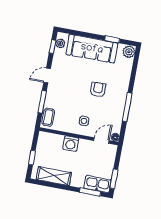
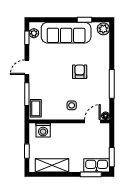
washing machine: (71, 144) -> (43, 130), moved

